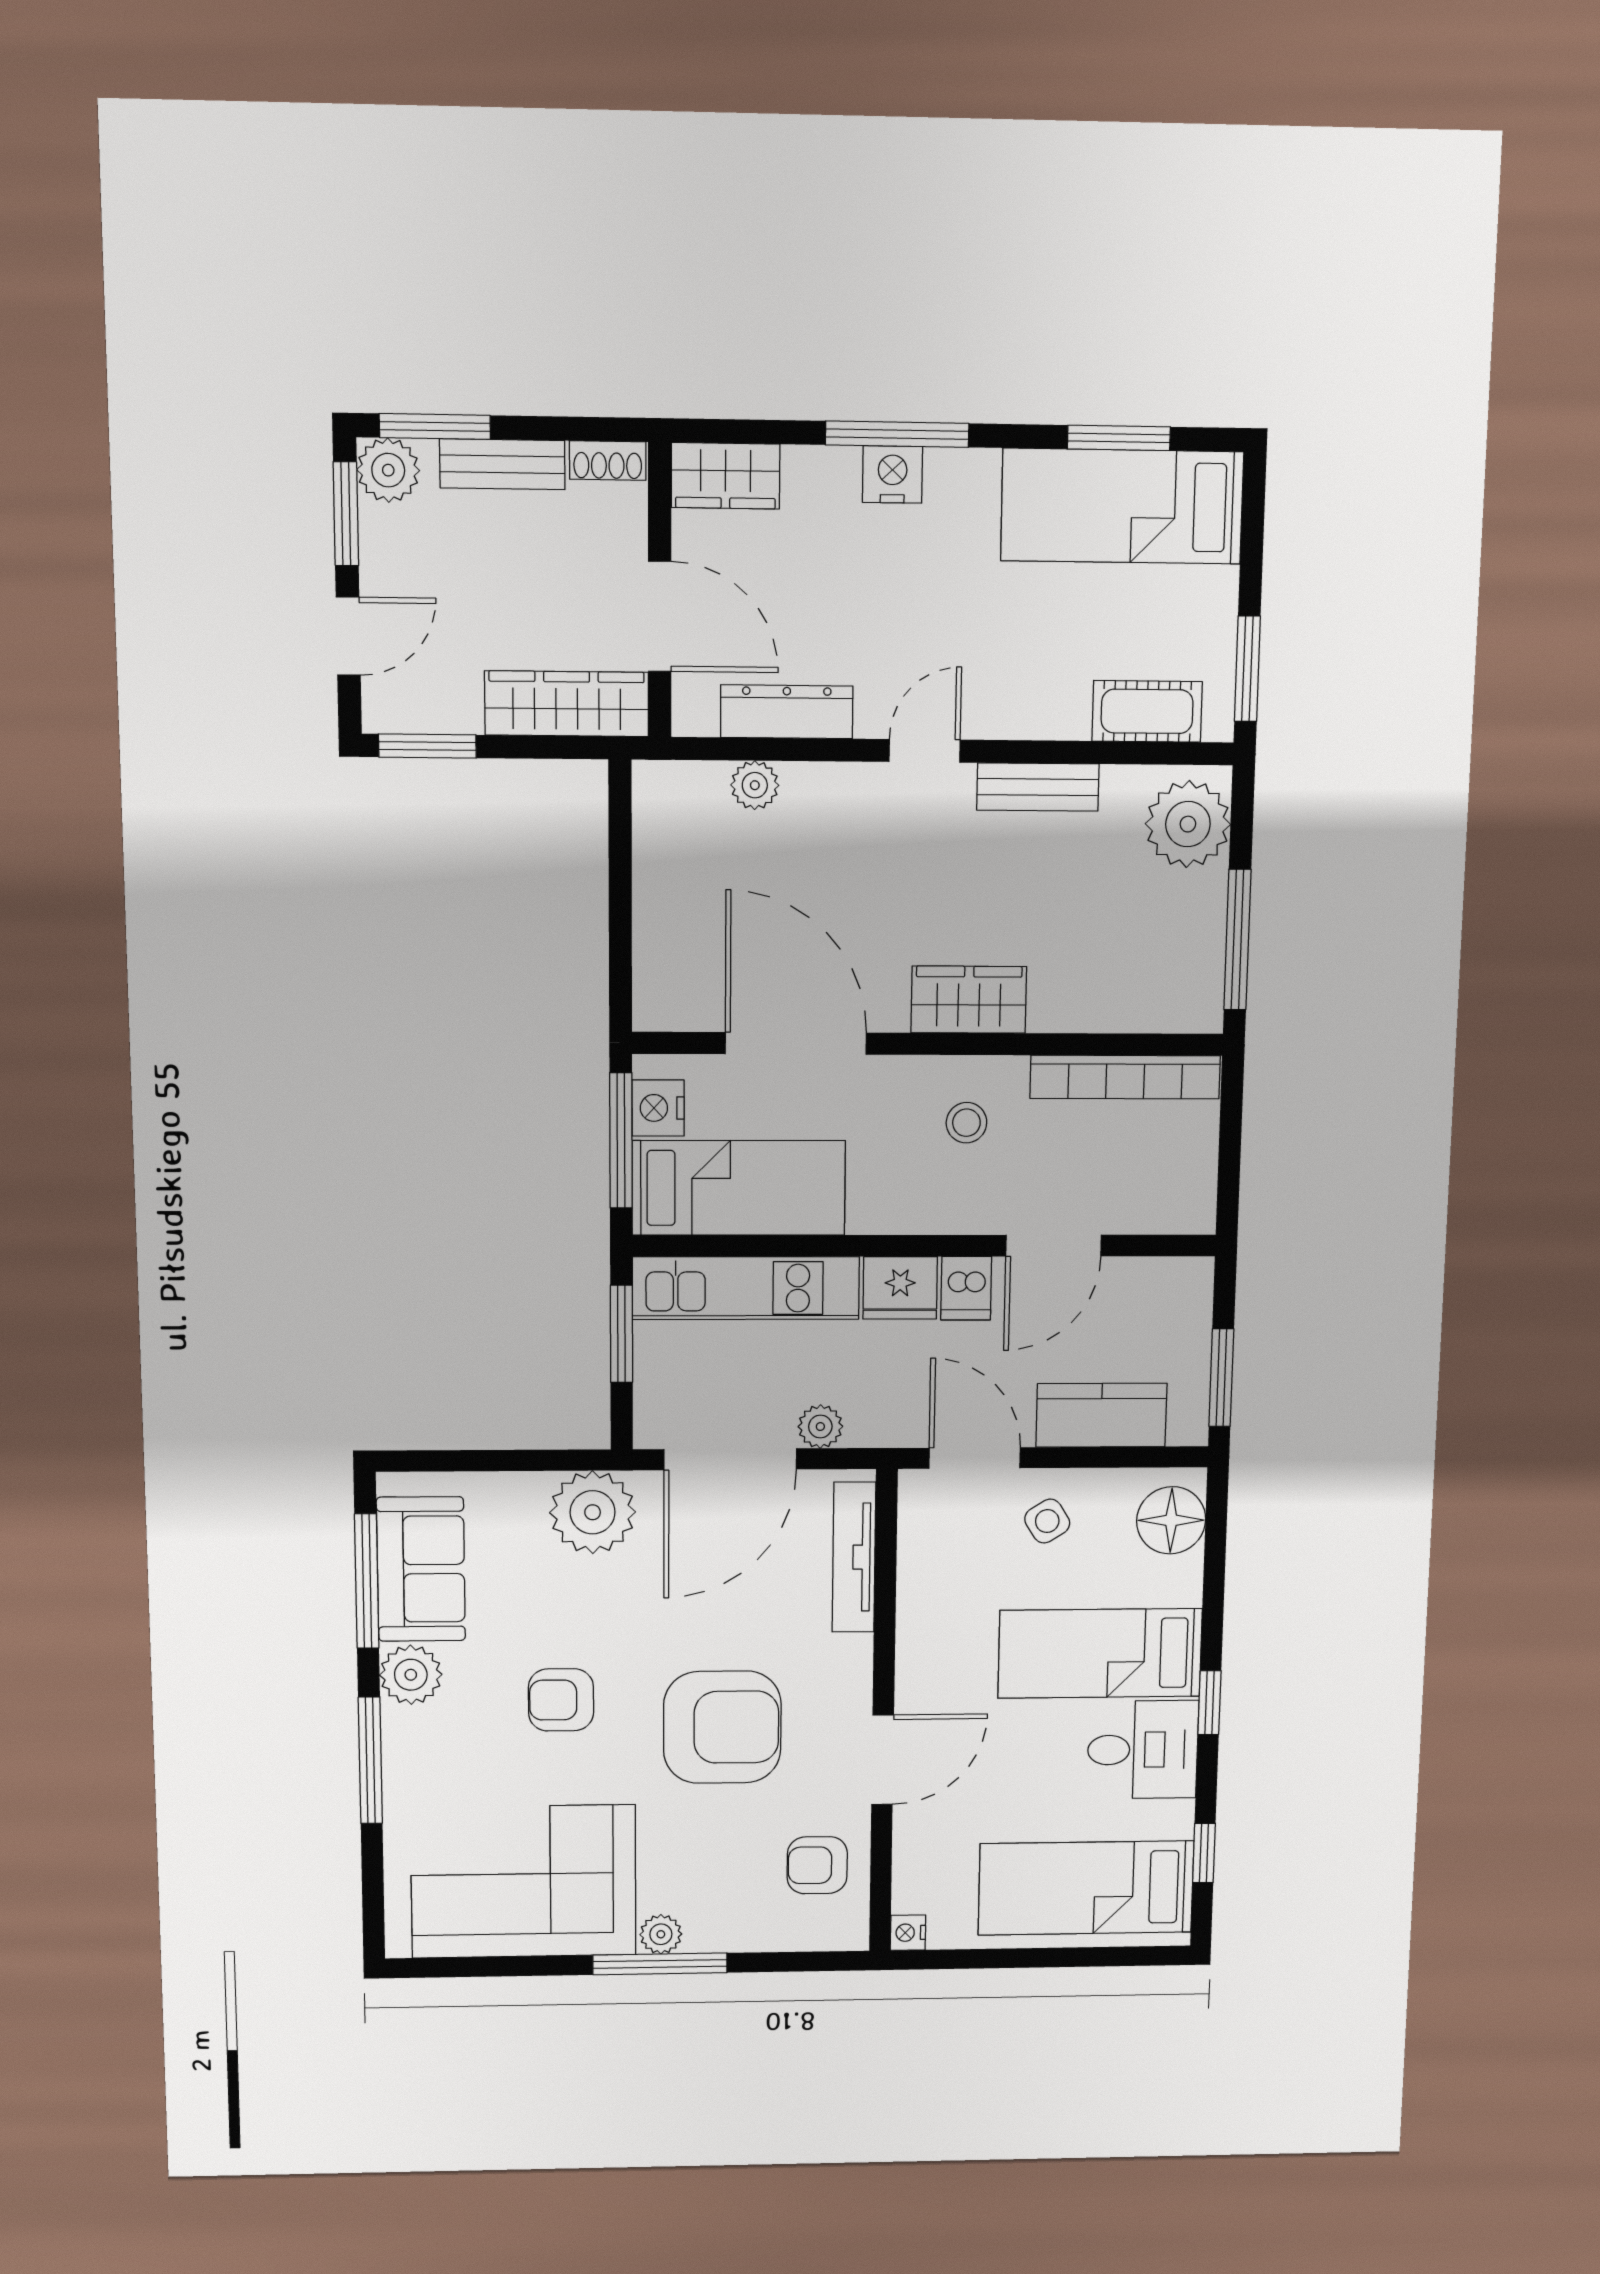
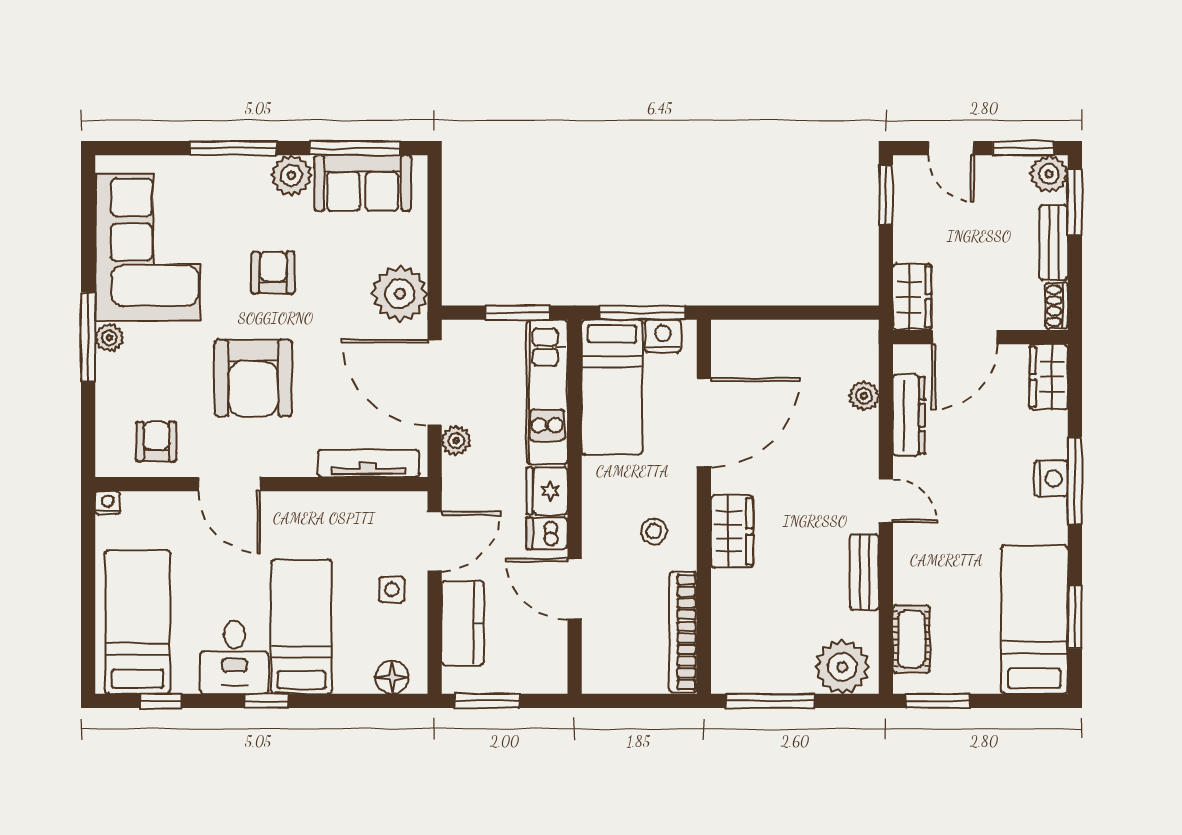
wardrobe: (567, 704) -> (912, 297), width x0.67
floor lamp: (1171, 1520) -> (392, 677), width x0.73, depth x0.73
side table: (1047, 1521) -> (392, 590), turned 32

